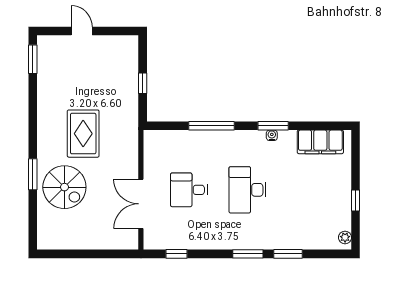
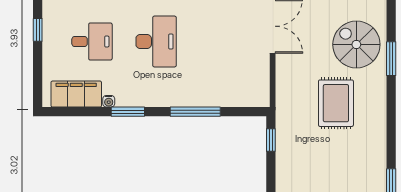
window: (143, 83) -> (271, 140), moved
water cooler: (272, 135) -> (109, 101), moved
desk: (189, 190) -> (92, 41), moved

